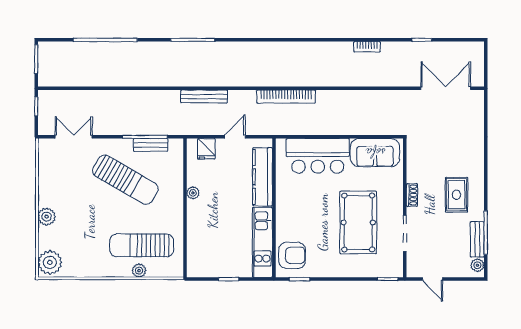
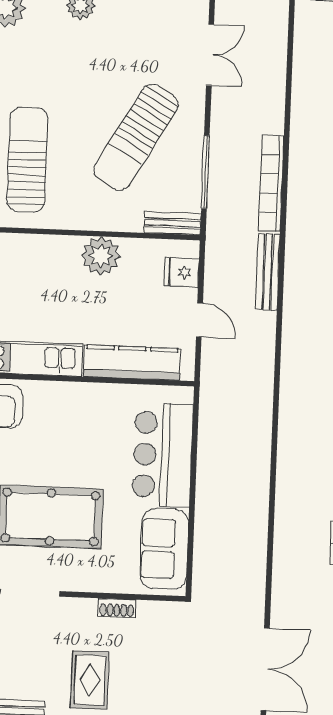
bookcase: (286, 97) -> (271, 184), moved
bench: (151, 145) -> (173, 223), moved, turned 90
plant: (193, 193) -> (101, 256), width x1.88, depth x1.88
shoe rack: (412, 195) -> (117, 608), moved
rug: (456, 195) -> (90, 680), turned 90

